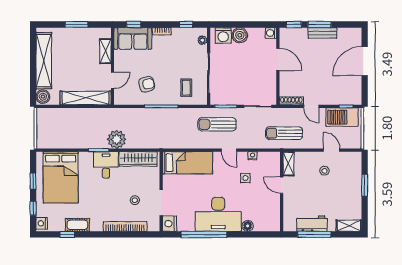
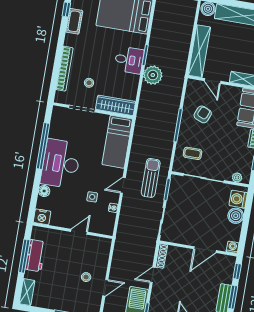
armchair: (147, 84) -> (203, 114), turned -144
sun lounger: (284, 133) -> (130, 243), removed
wardrobe: (138, 159) -> (116, 105), moved, turned 90
shelving: (288, 164) -> (99, 242), removed
nightstand: (170, 224) -> (42, 217), moved, turned 180

